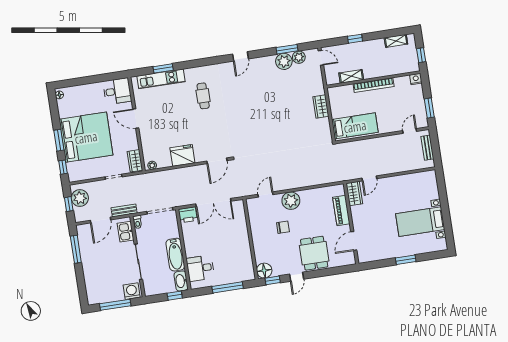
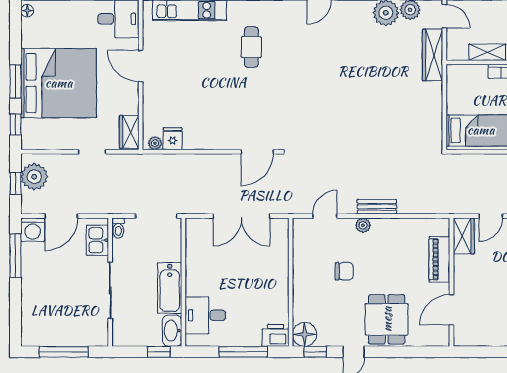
wardrobe: (321, 107) -> (432, 55), moved, width x1.50
fridge: (182, 155) -> (173, 139), moved, width x0.53, depth x0.75
plant: (291, 201) -> (363, 225), width x0.53, depth x0.53
bench: (124, 210) -> (377, 207), moved
printer: (188, 215) -> (275, 335), moved, turned 180
washing machine: (132, 291) -> (33, 230), moved, turned 180

